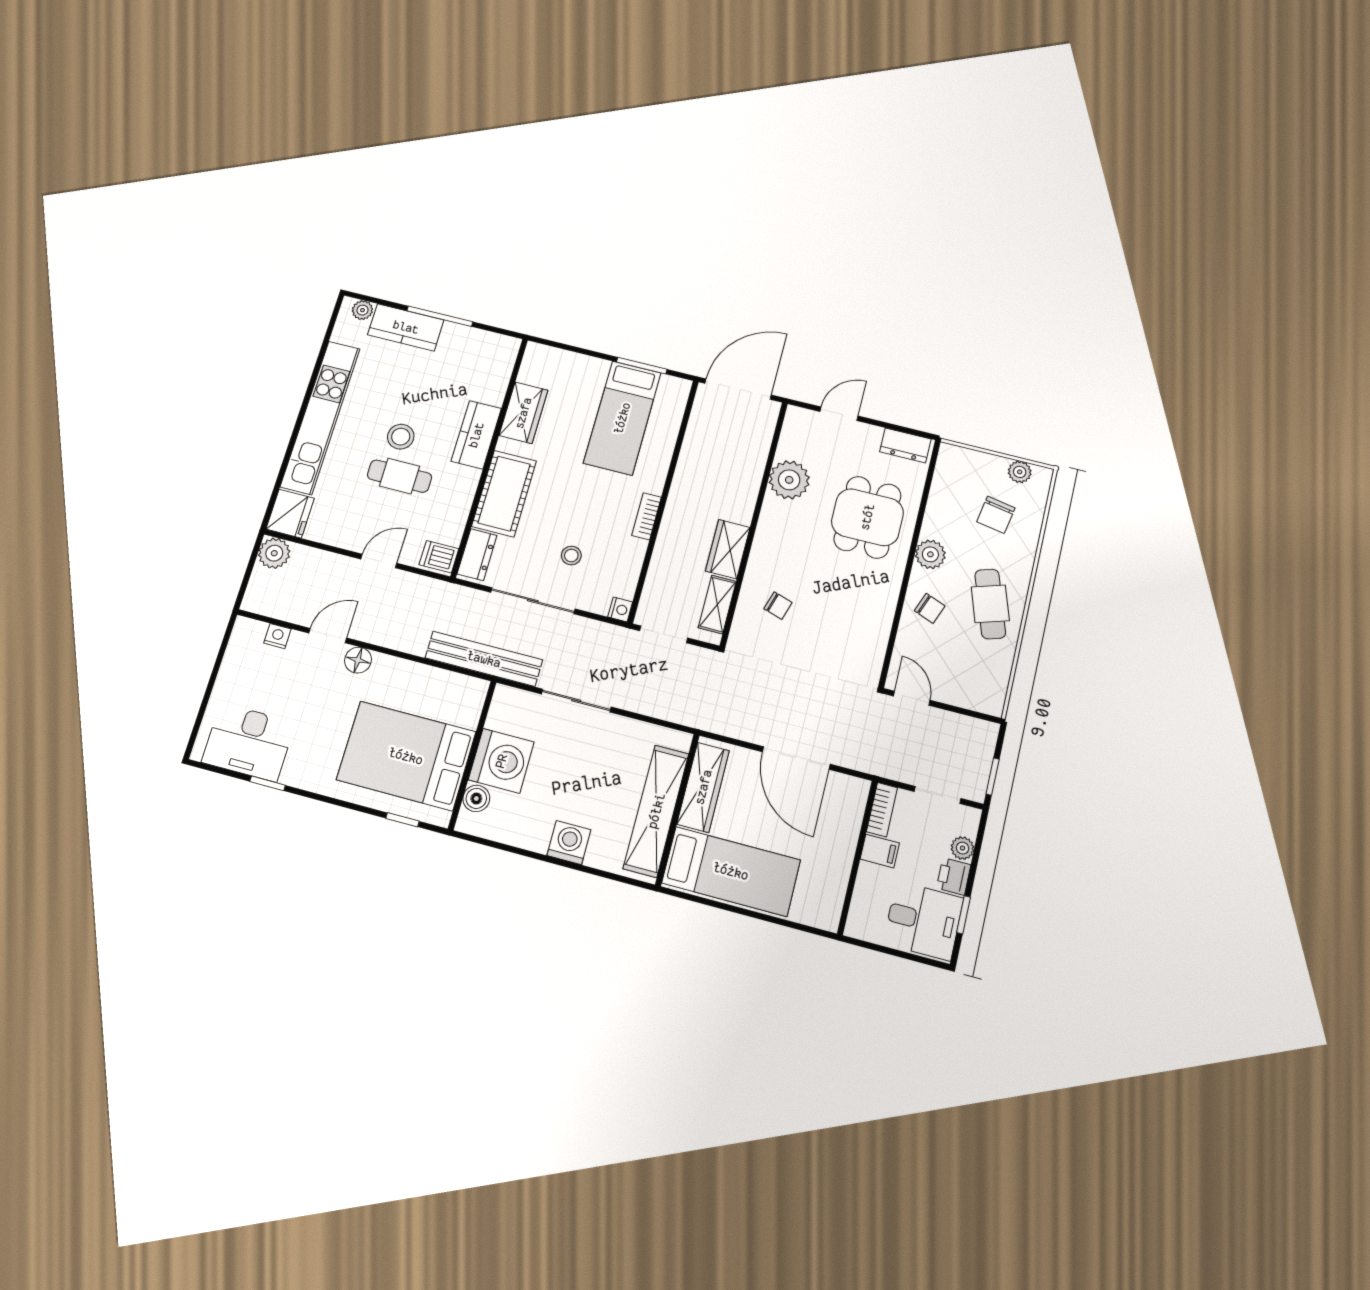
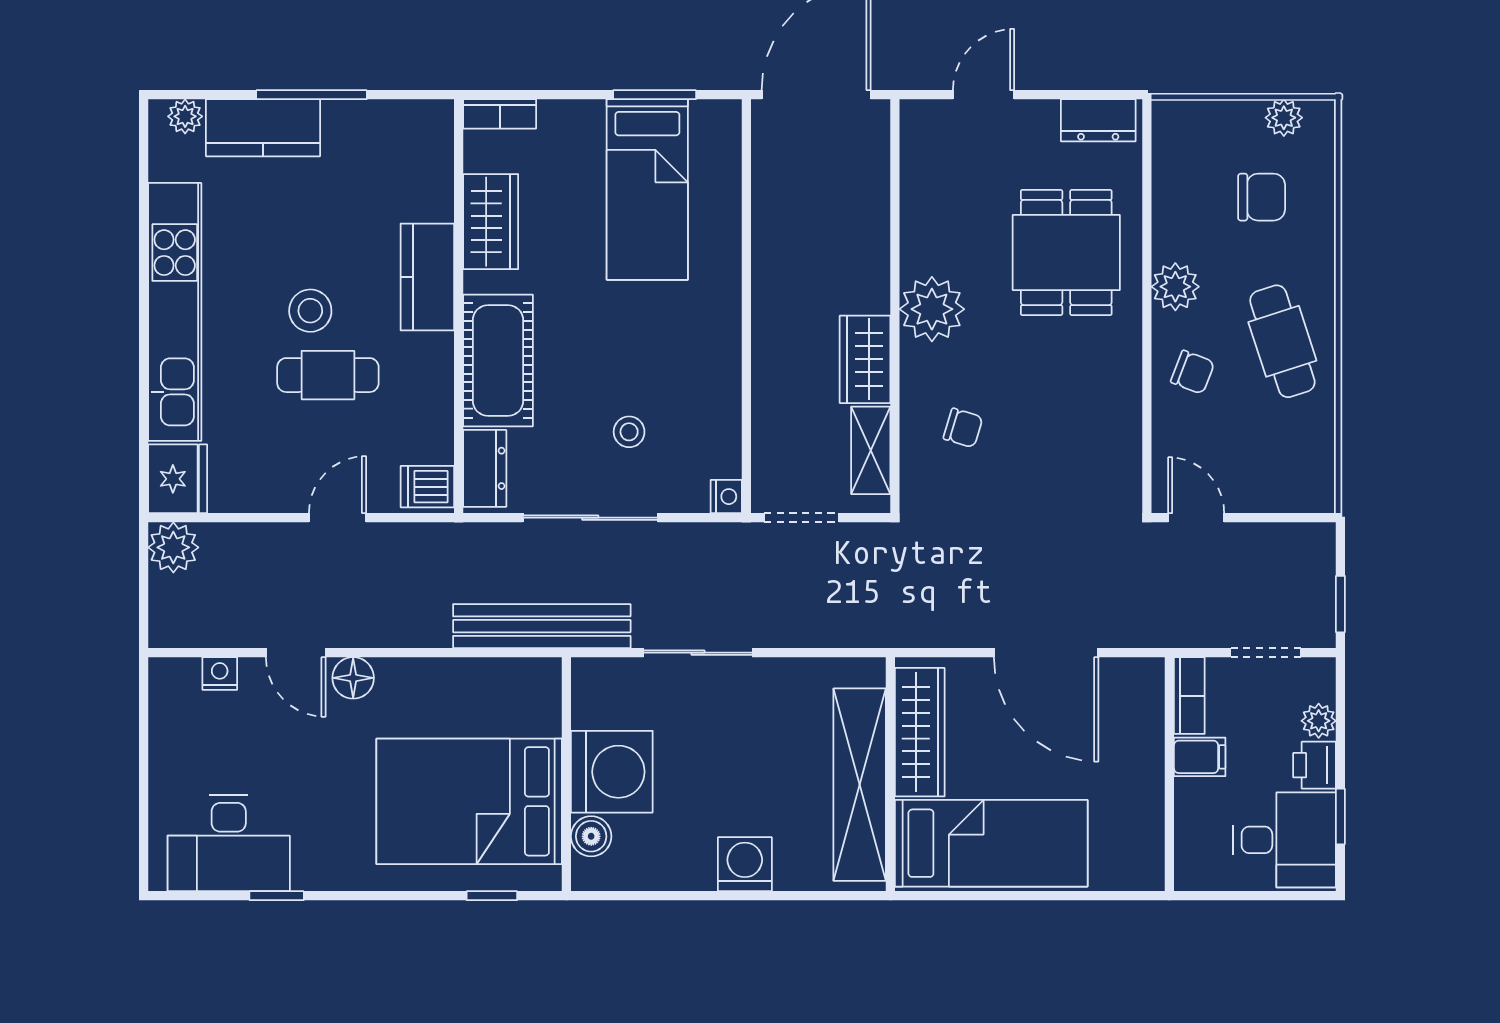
plant: (789, 480) -> (932, 309), moved
chair: (996, 515) -> (1262, 197), turned -100
bookcase: (647, 516) -> (500, 114), moved, turned -90
door: (328, 636) -> (296, 653), swing flipped

